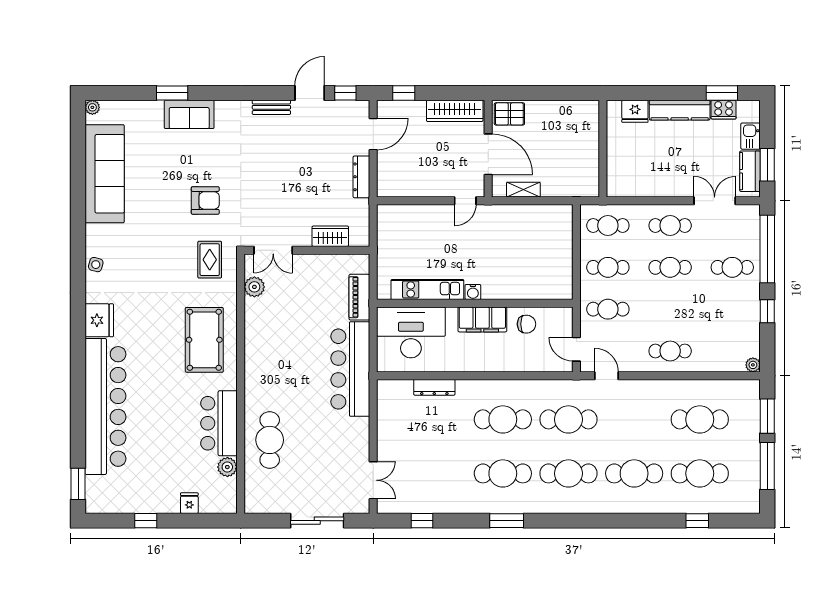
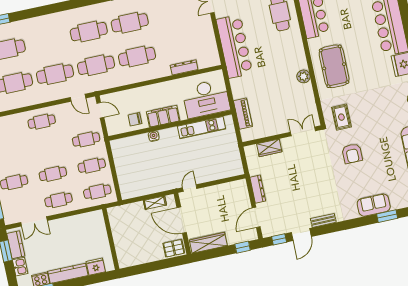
armchair: (205, 200) -> (352, 153), turned -90
plant: (254, 287) -> (303, 76), moved
water cooler: (473, 292) -> (154, 136), moved
bar counter: (350, 369) -> (234, 46), moved
cafe table: (634, 473) -> (55, 74), moved

